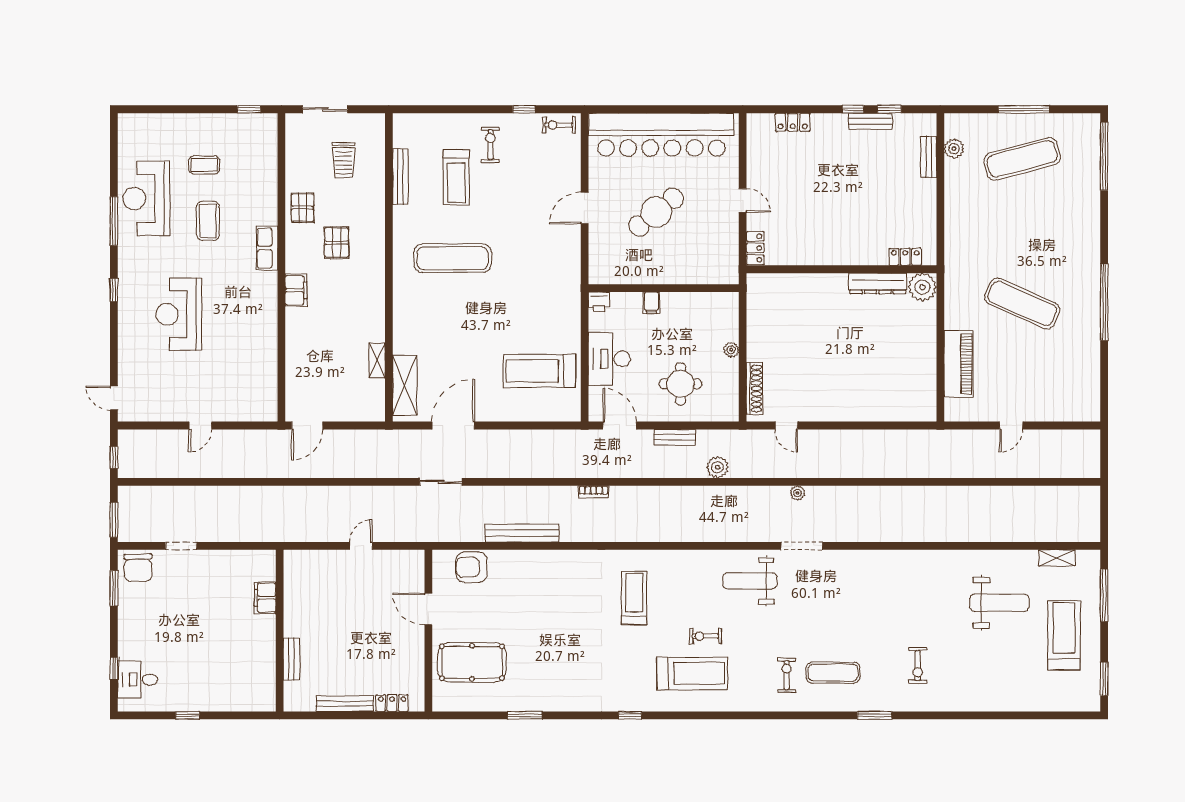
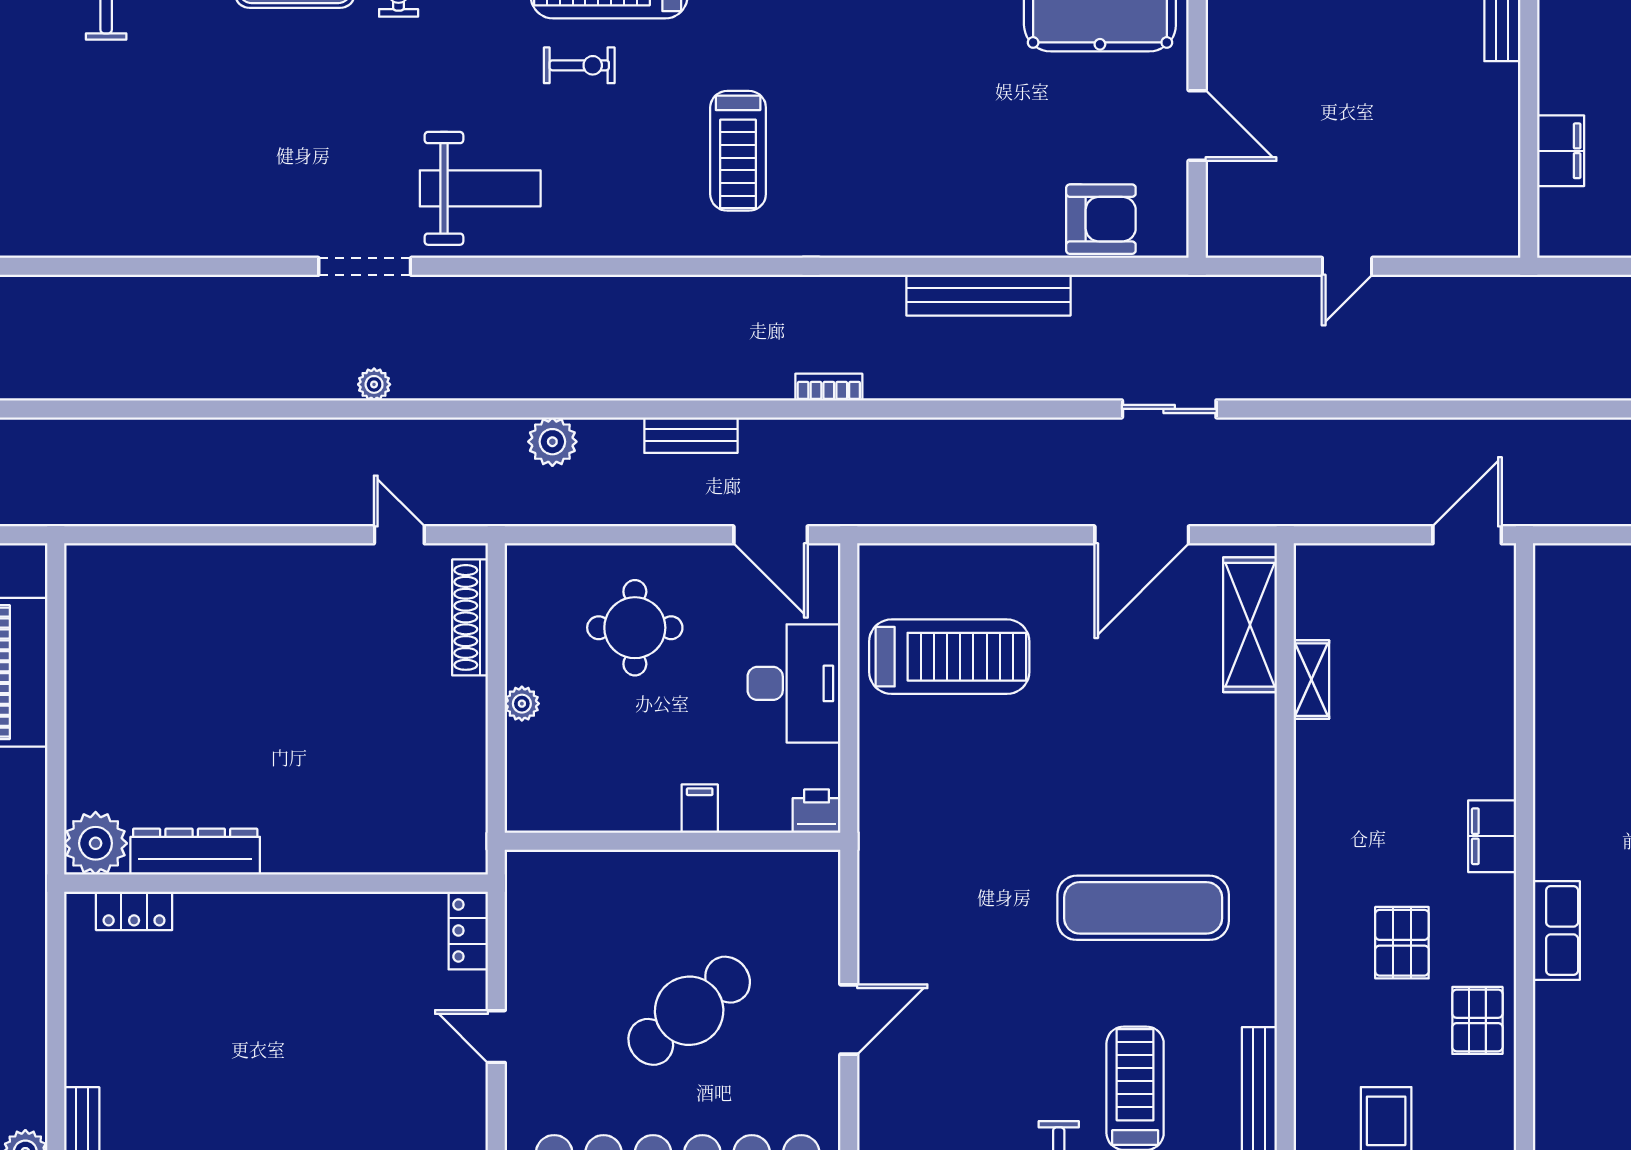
bench: (675, 437) -> (691, 435), moved

